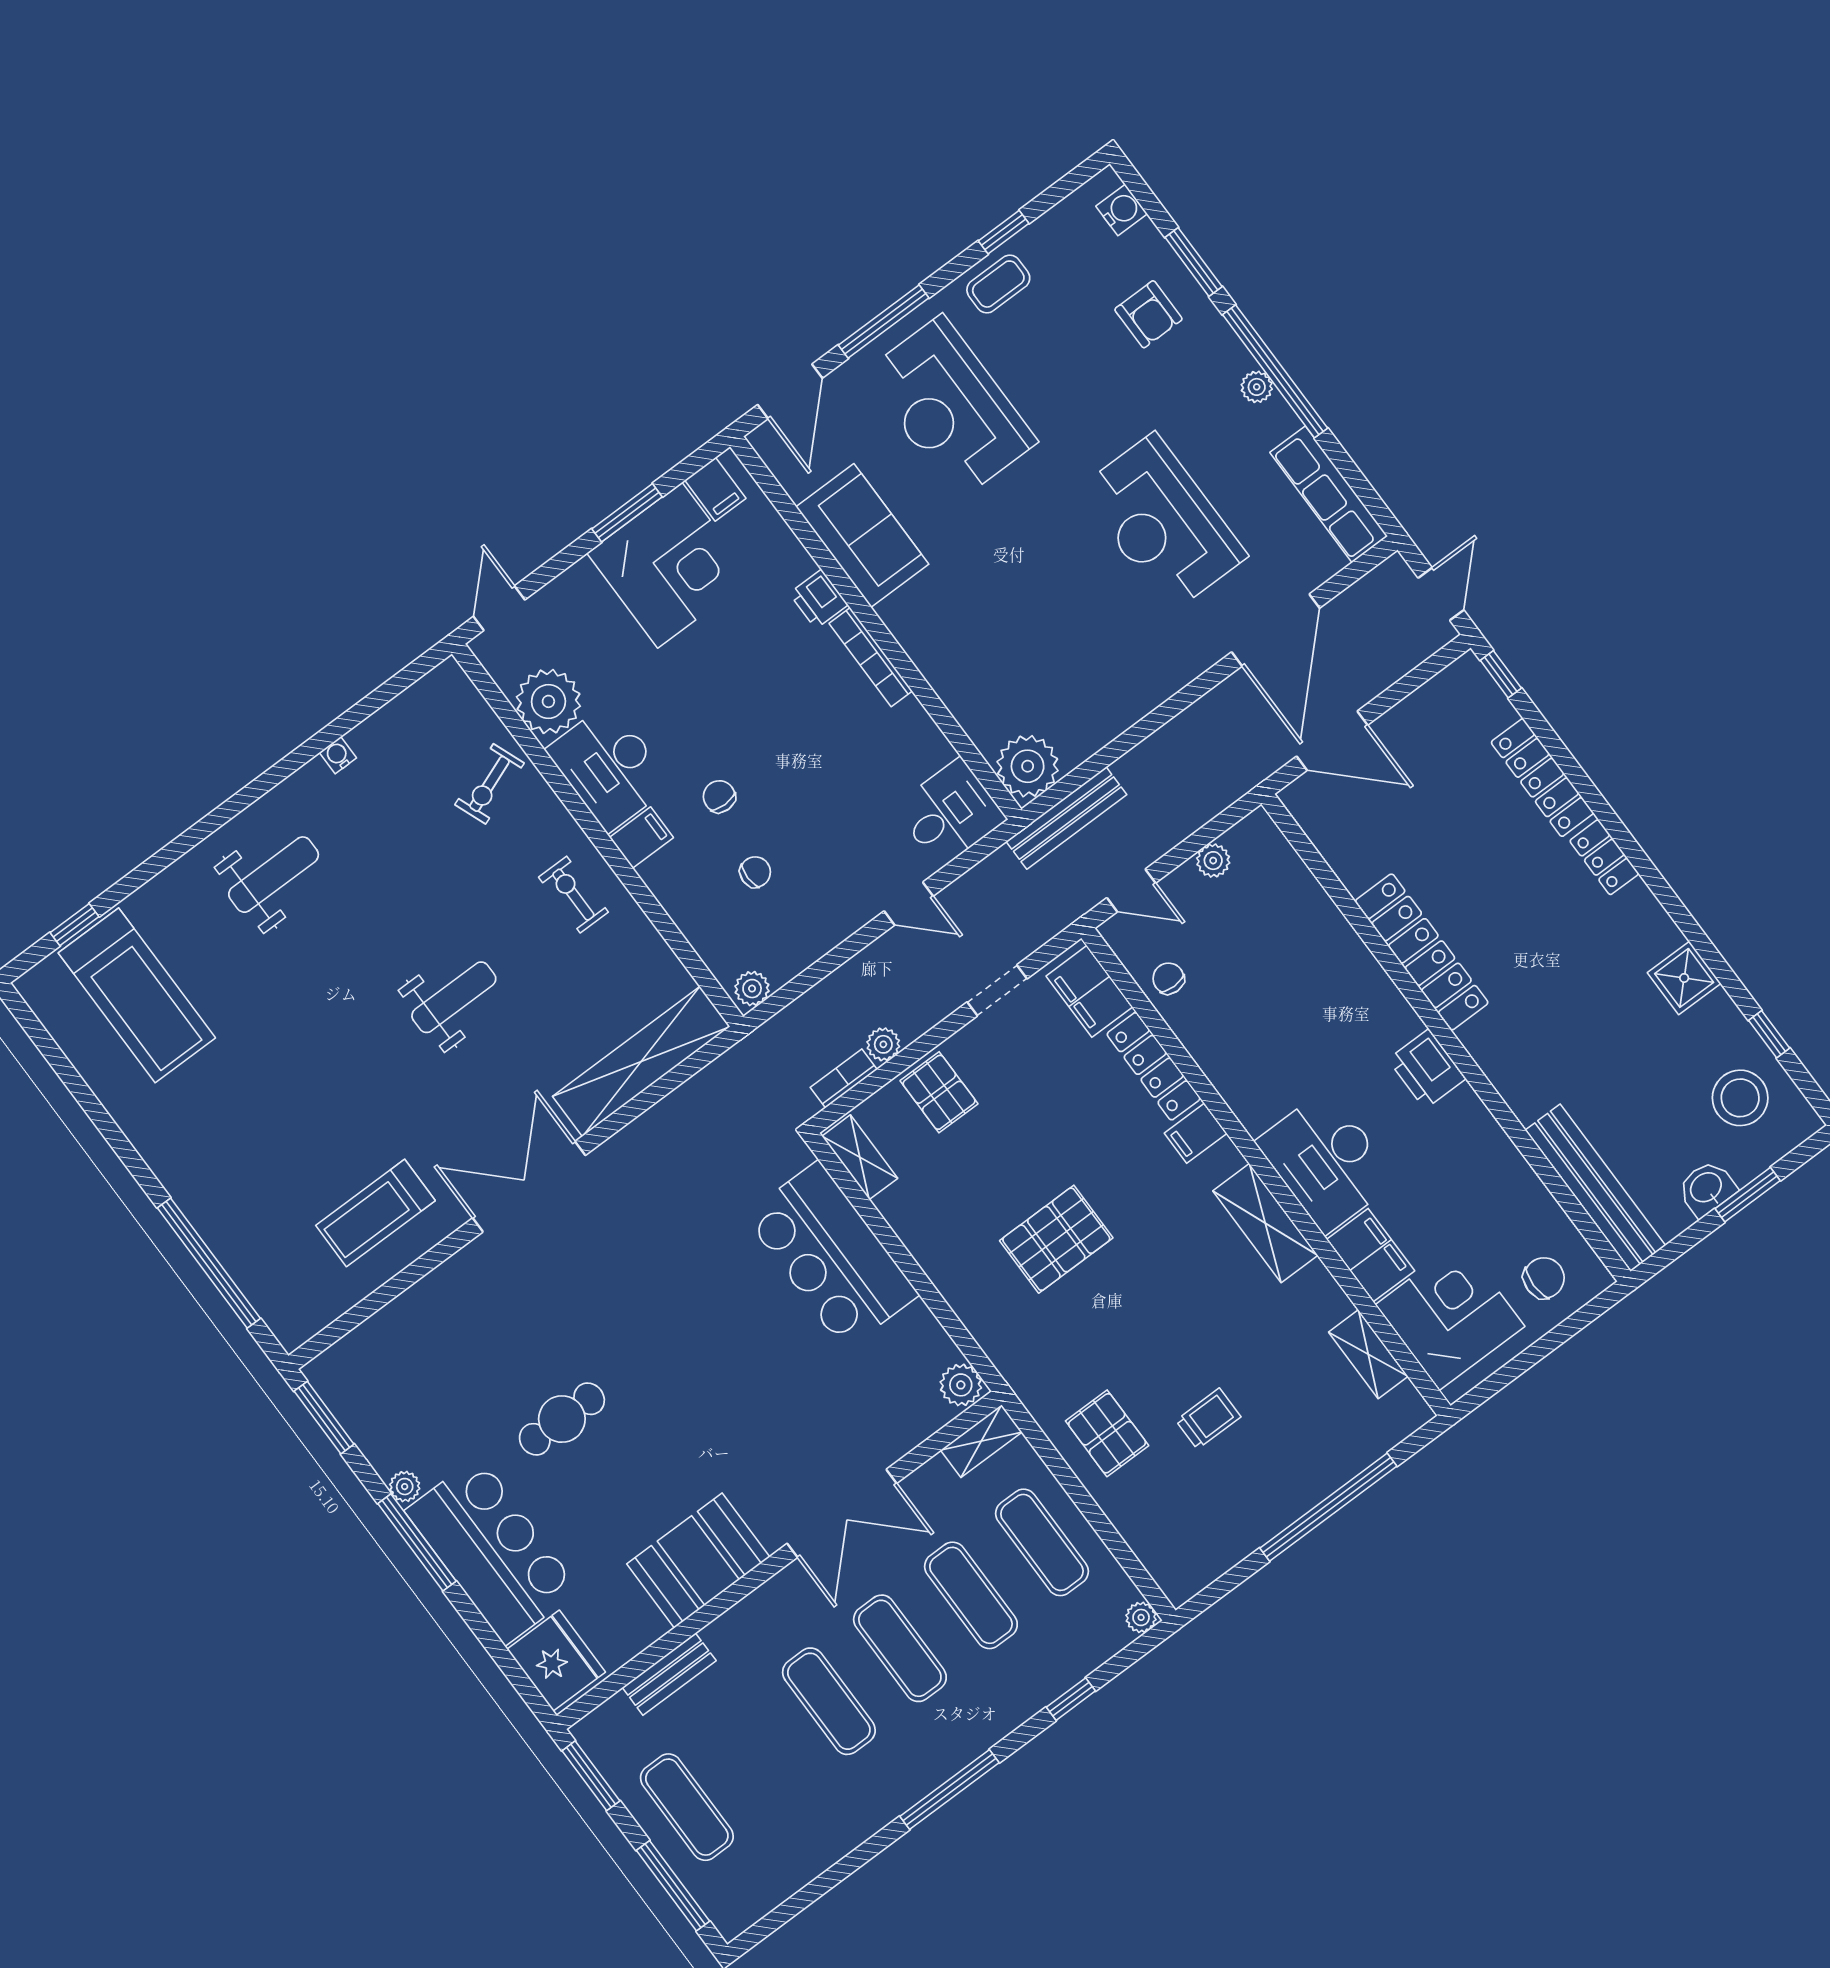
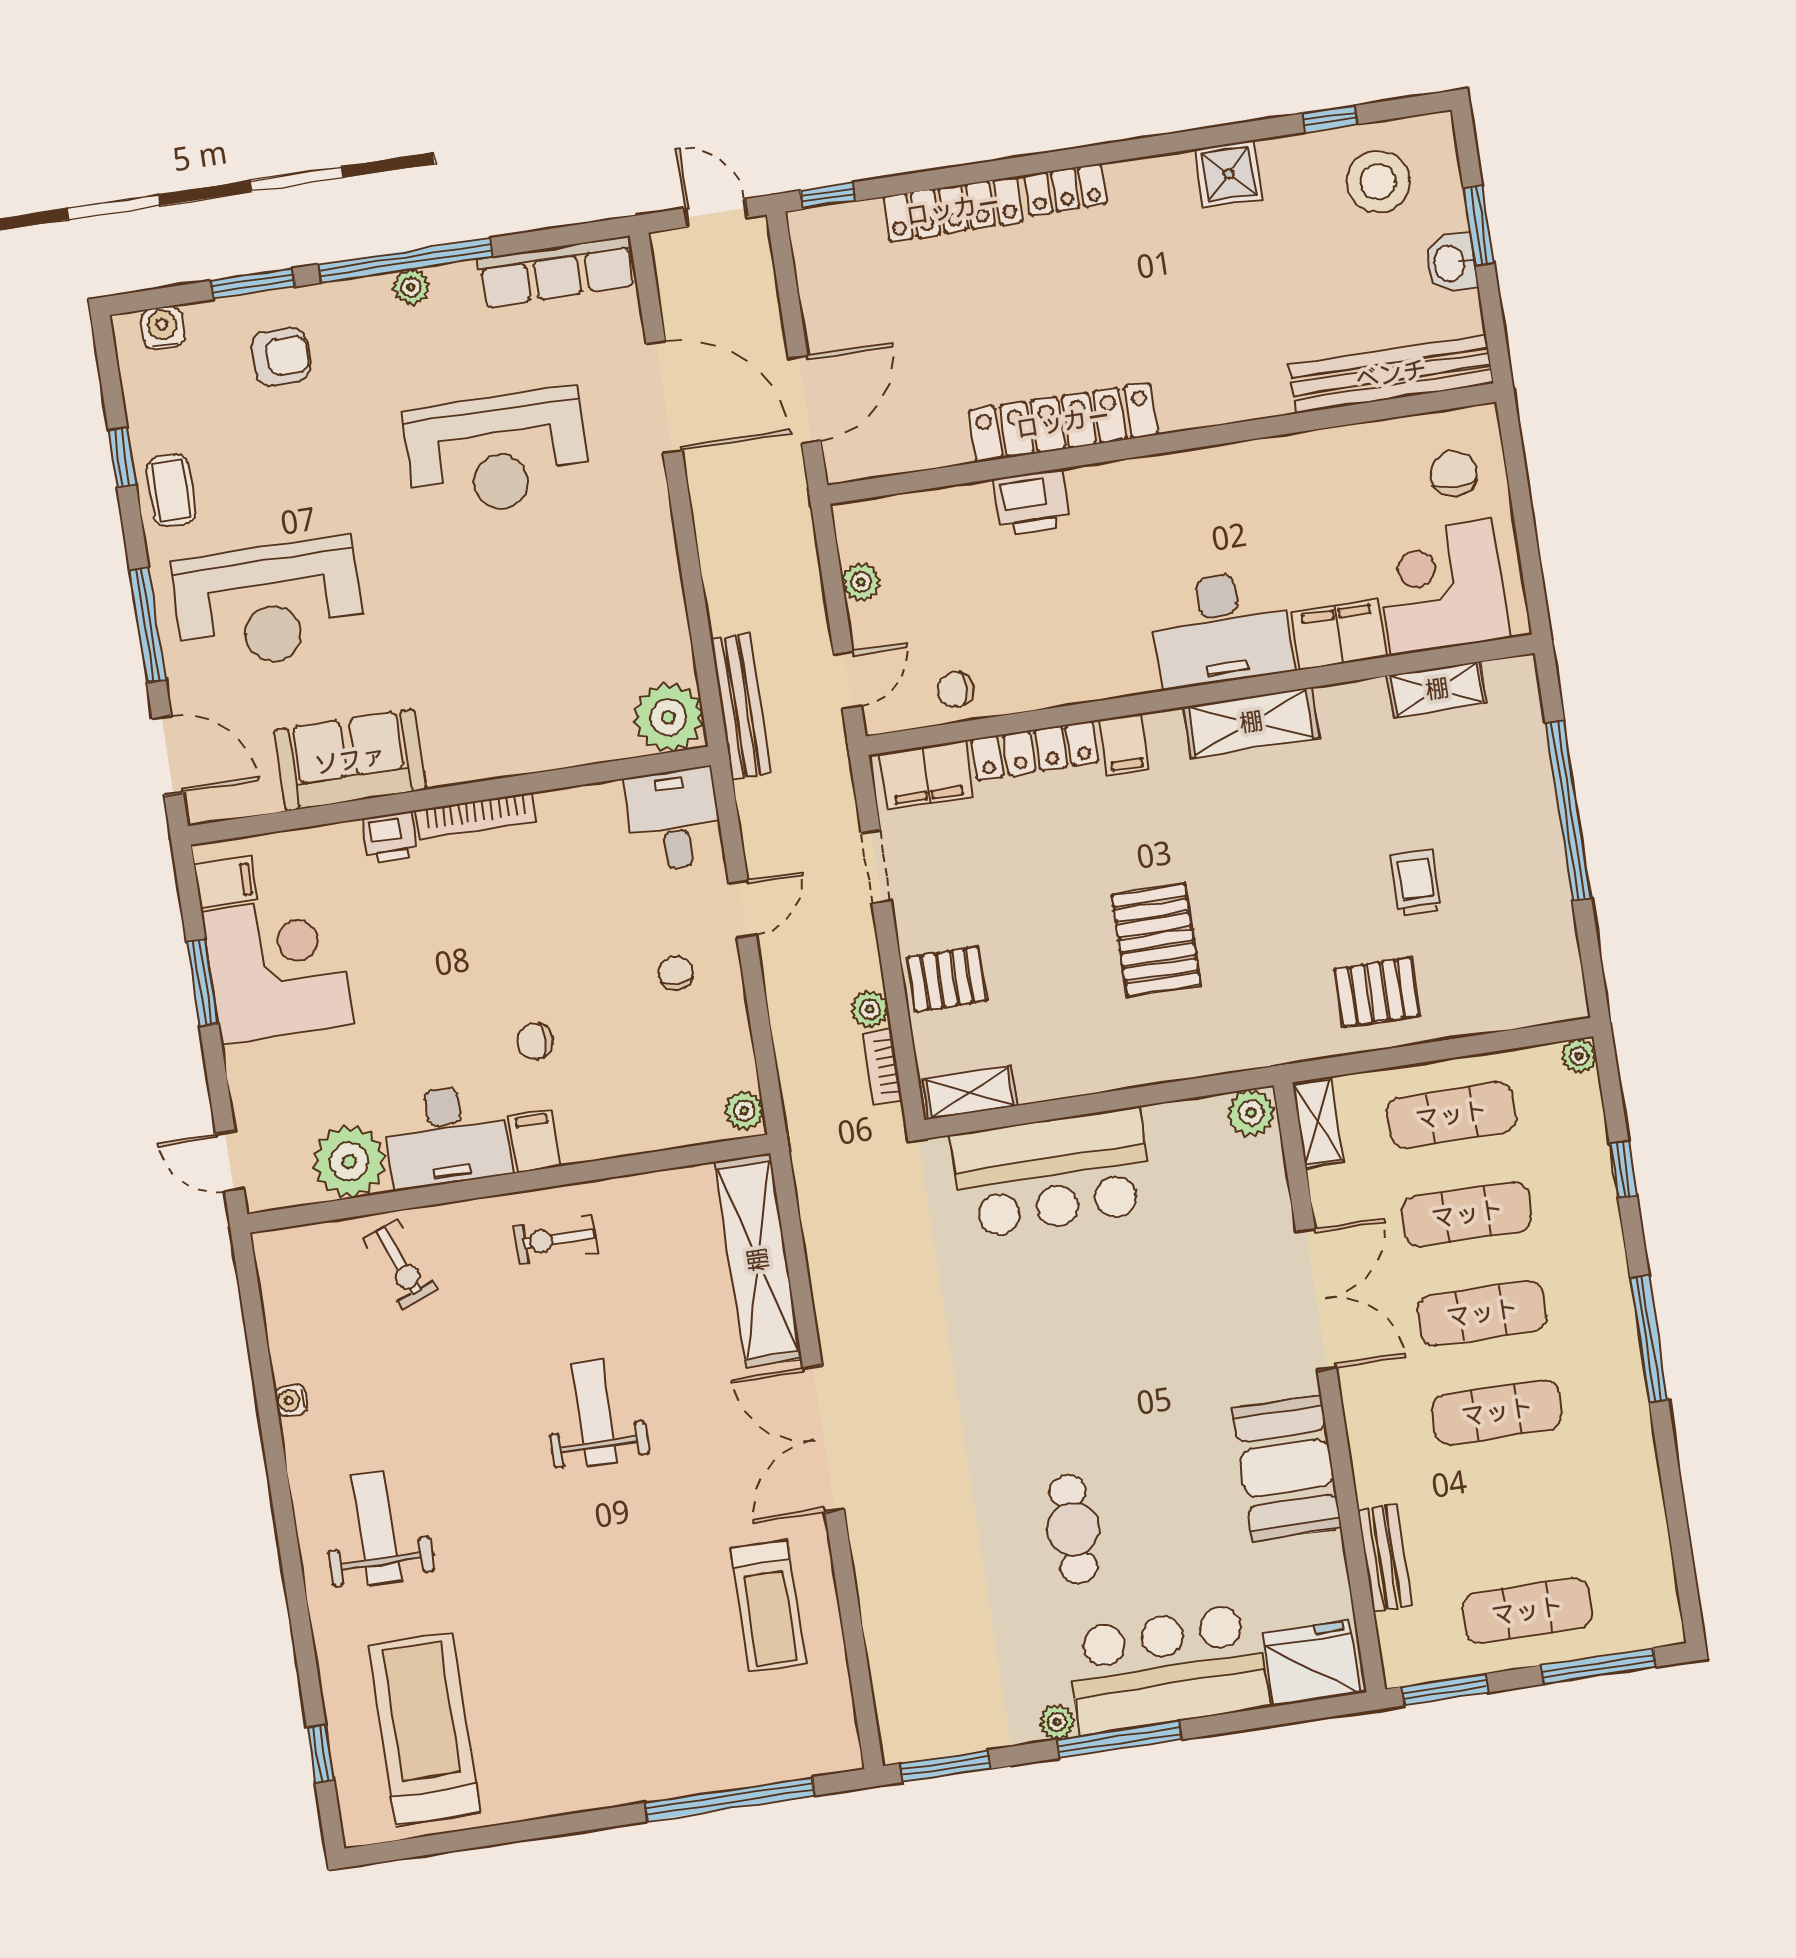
chair: (755, 872) -> (676, 973), moved
treadmill: (137, 995) -> (424, 1729), turned -90
printer: (1427, 1069) -> (1032, 503), moved

